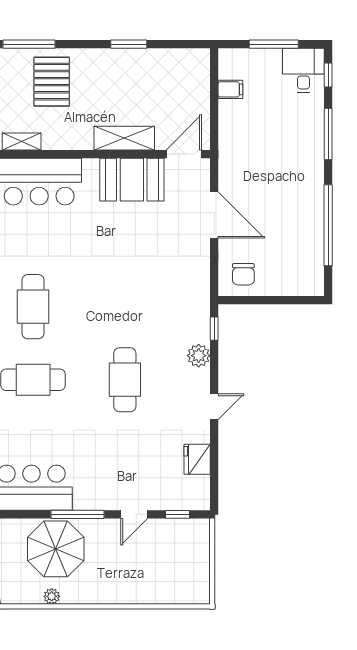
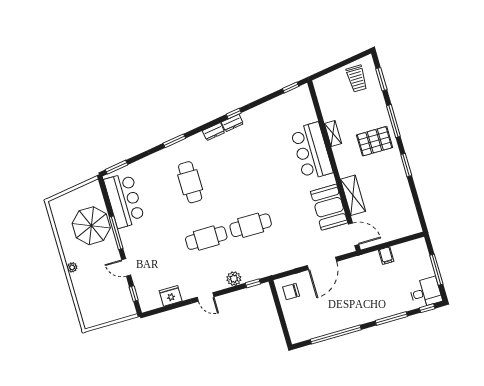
window: (129, 44) -> (406, 165), moved
filing cabinet: (230, 89) -> (386, 256), moved
cafe table: (33, 307) -> (251, 225), moved
plant: (52, 596) -> (72, 267), moved

